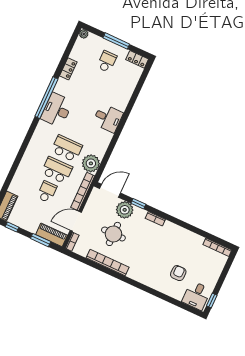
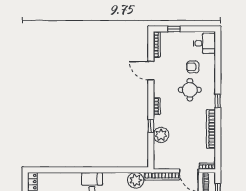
door: (110, 191) -> (151, 71), moved
round table: (113, 234) -> (190, 90), moved
window: (133, 282) -> (218, 101), added
window: (212, 301) -> (174, 29), moved

